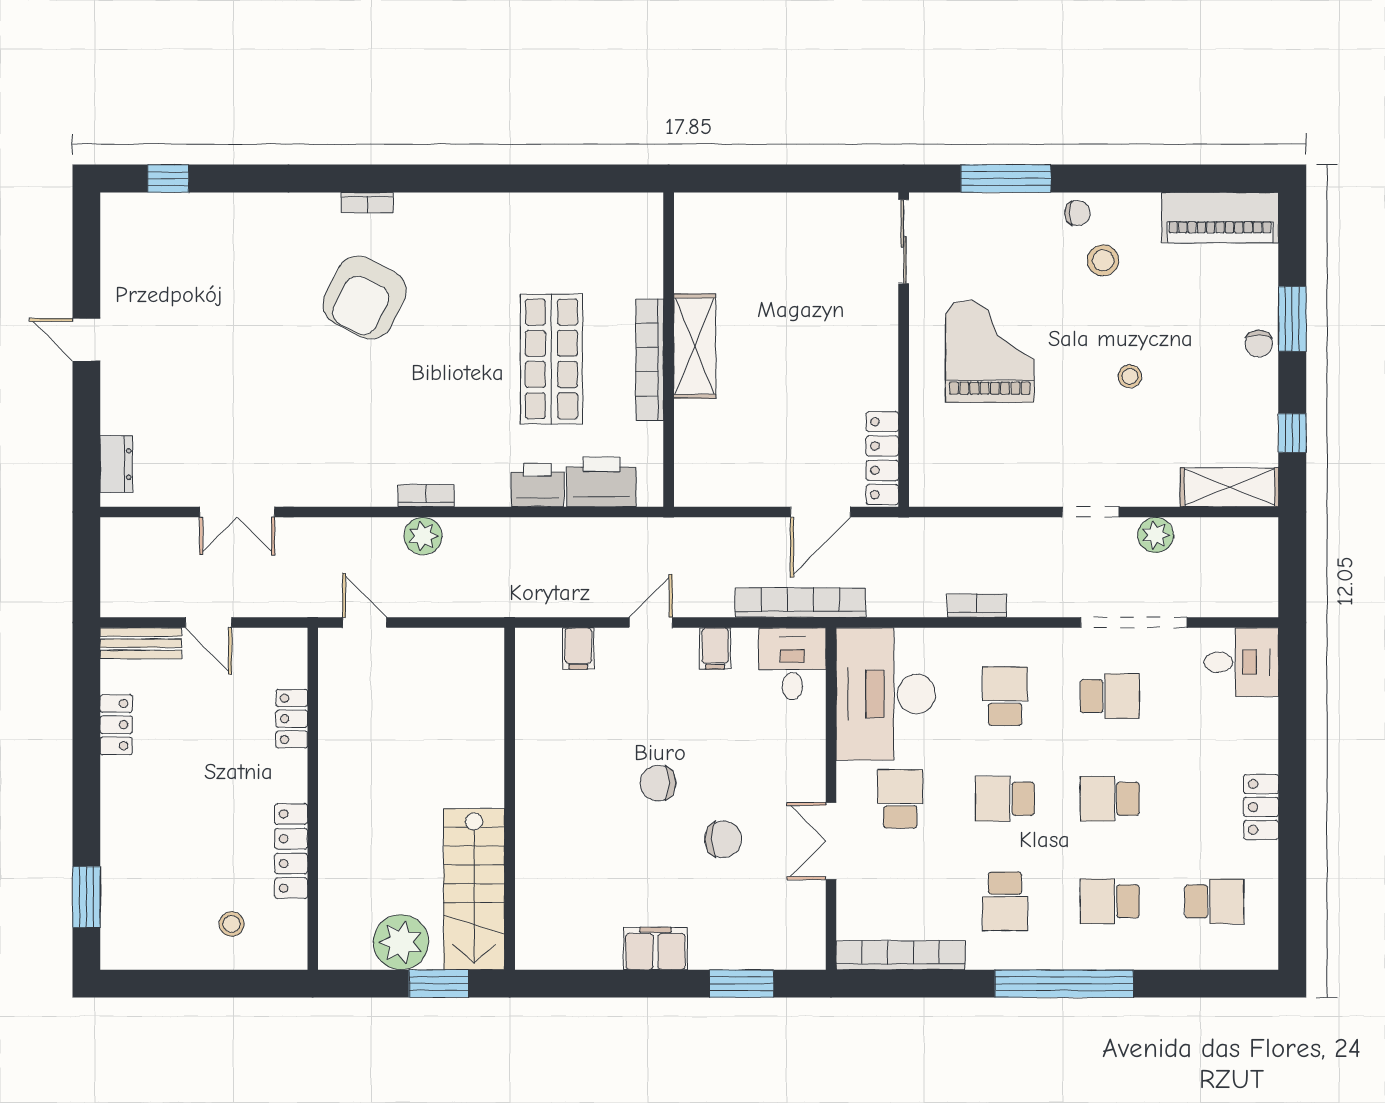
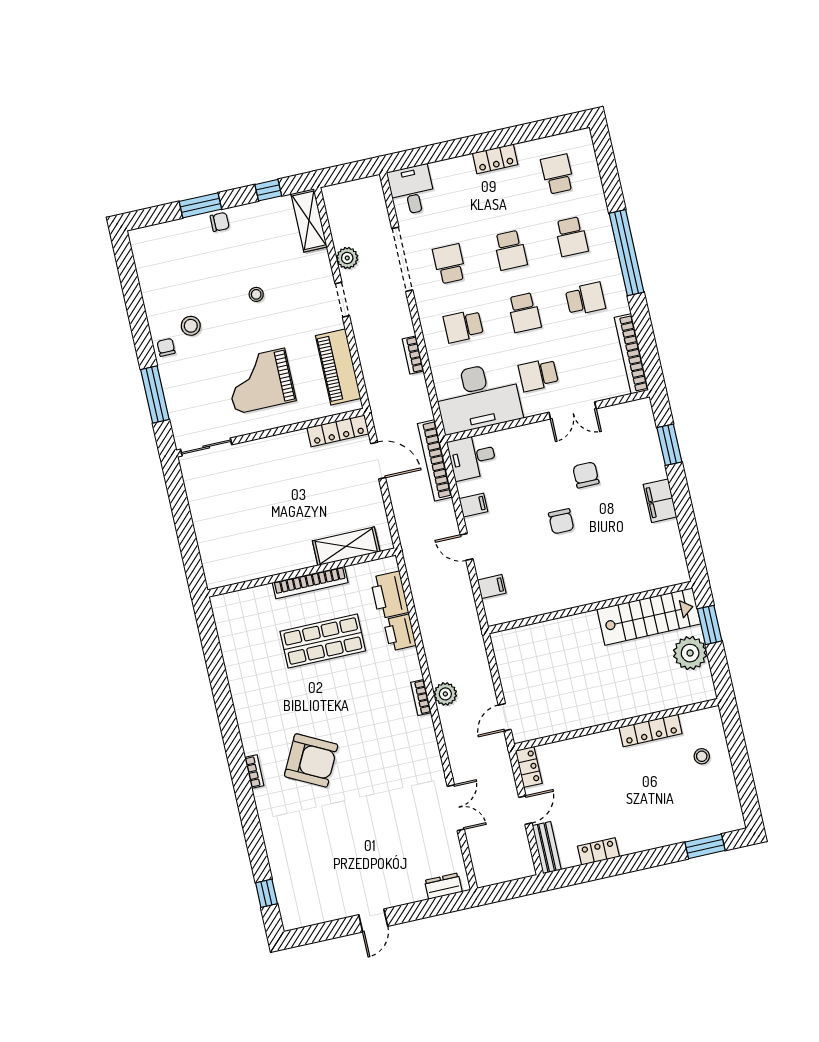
piano: (1220, 218) -> (338, 367), moved, turned 180
shelving: (695, 346) -> (346, 546), moved
locker: (292, 719) -> (529, 767), moved, turned -90

